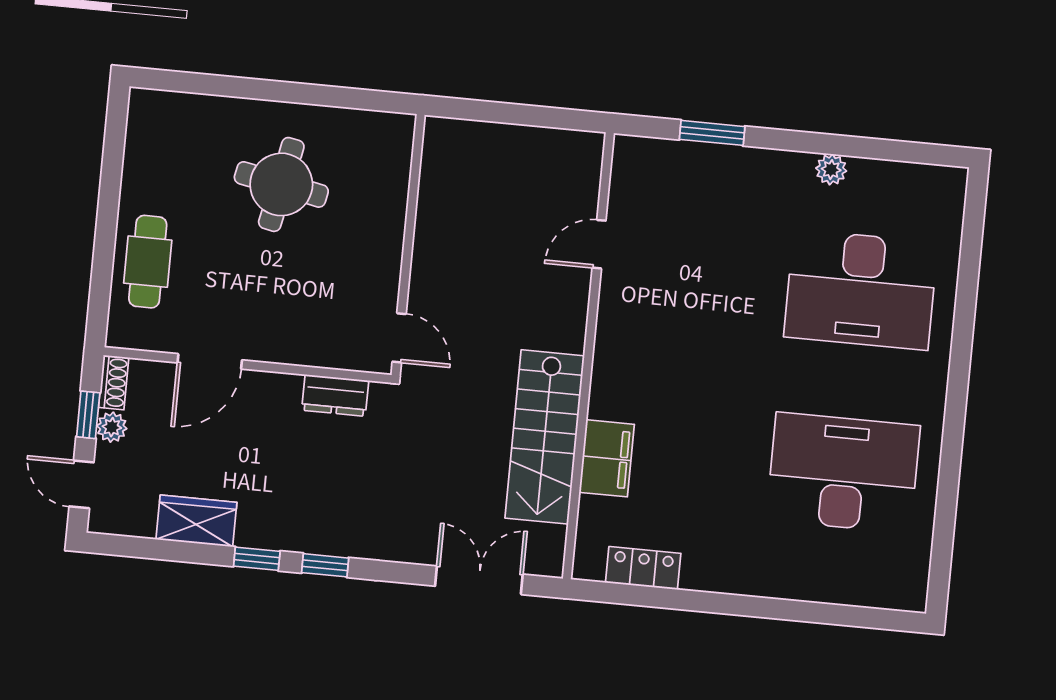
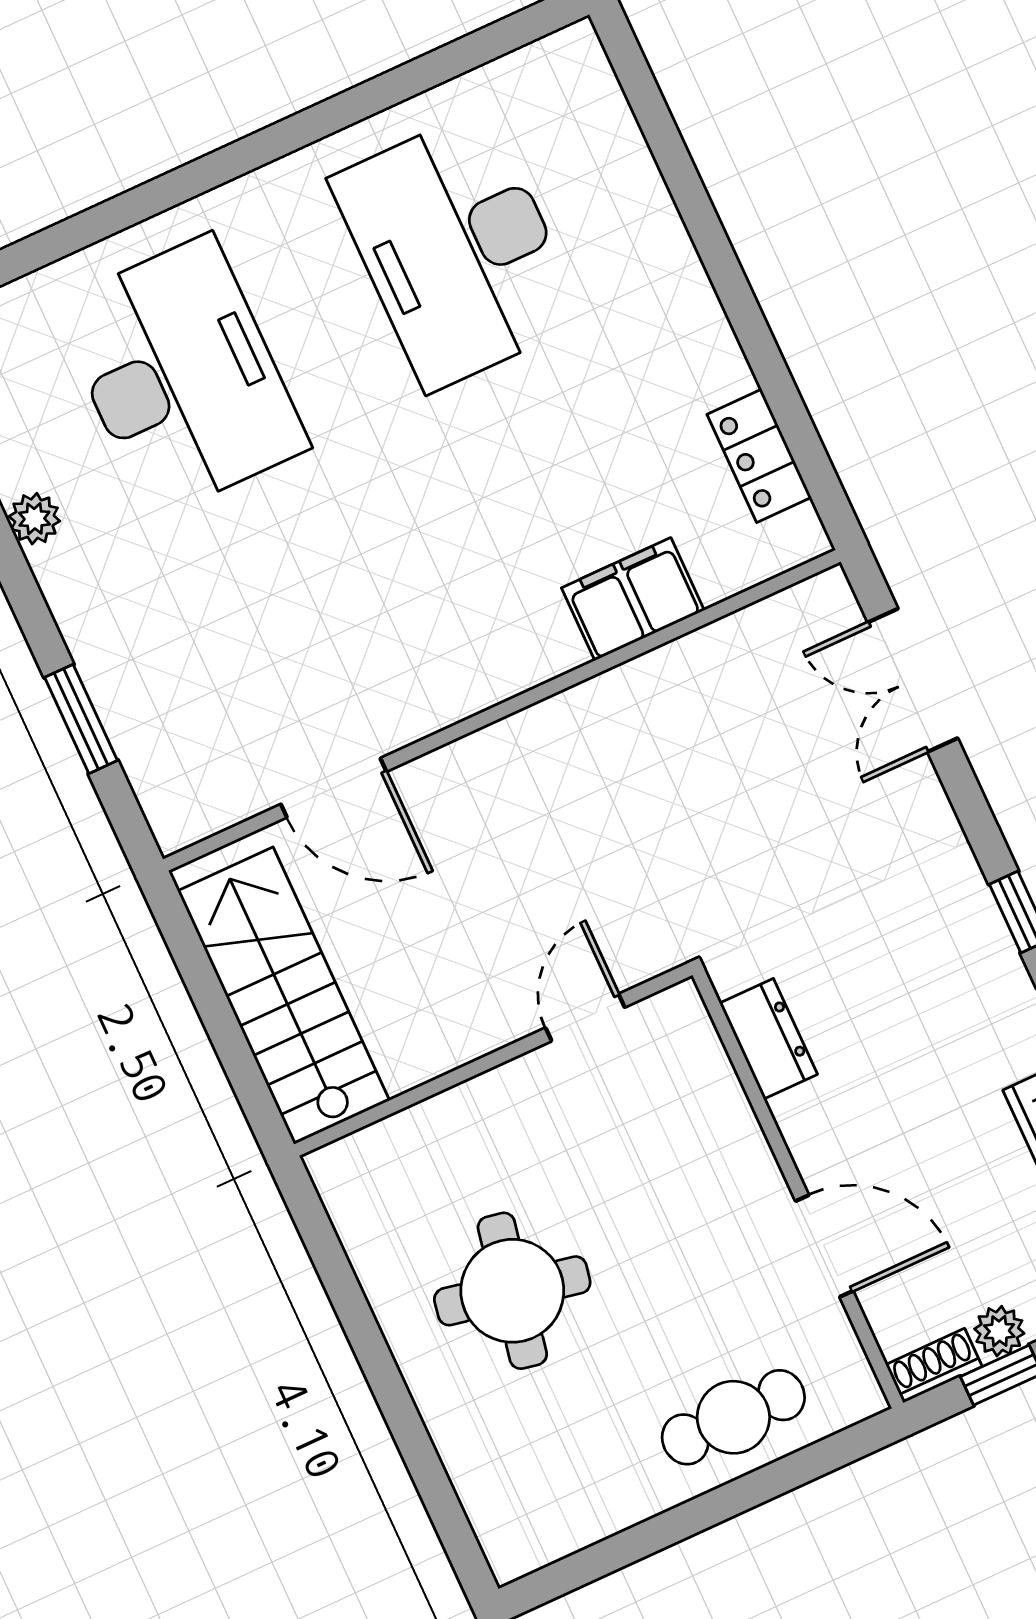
door: (599, 244) -> (334, 788), width x1.38
door: (399, 338) -> (585, 1018), moved
stairs: (545, 437) -> (284, 996), moved, turned -90

